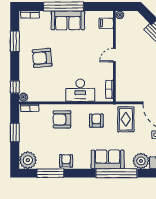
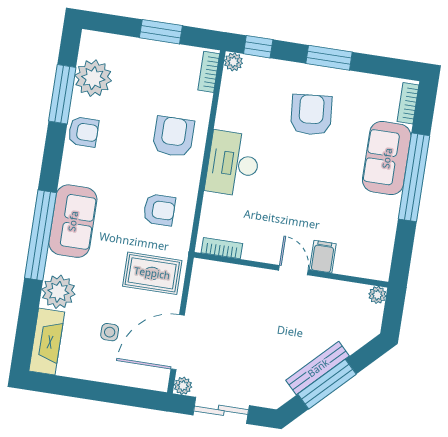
sofa: (68, 20) -> (387, 158), moved
filing cabinet: (106, 23) -> (323, 257), moved
window: (15, 41) -> (329, 58), moved
desk: (80, 90) -> (233, 164), moved
plant: (28, 160) -> (93, 78), moved

